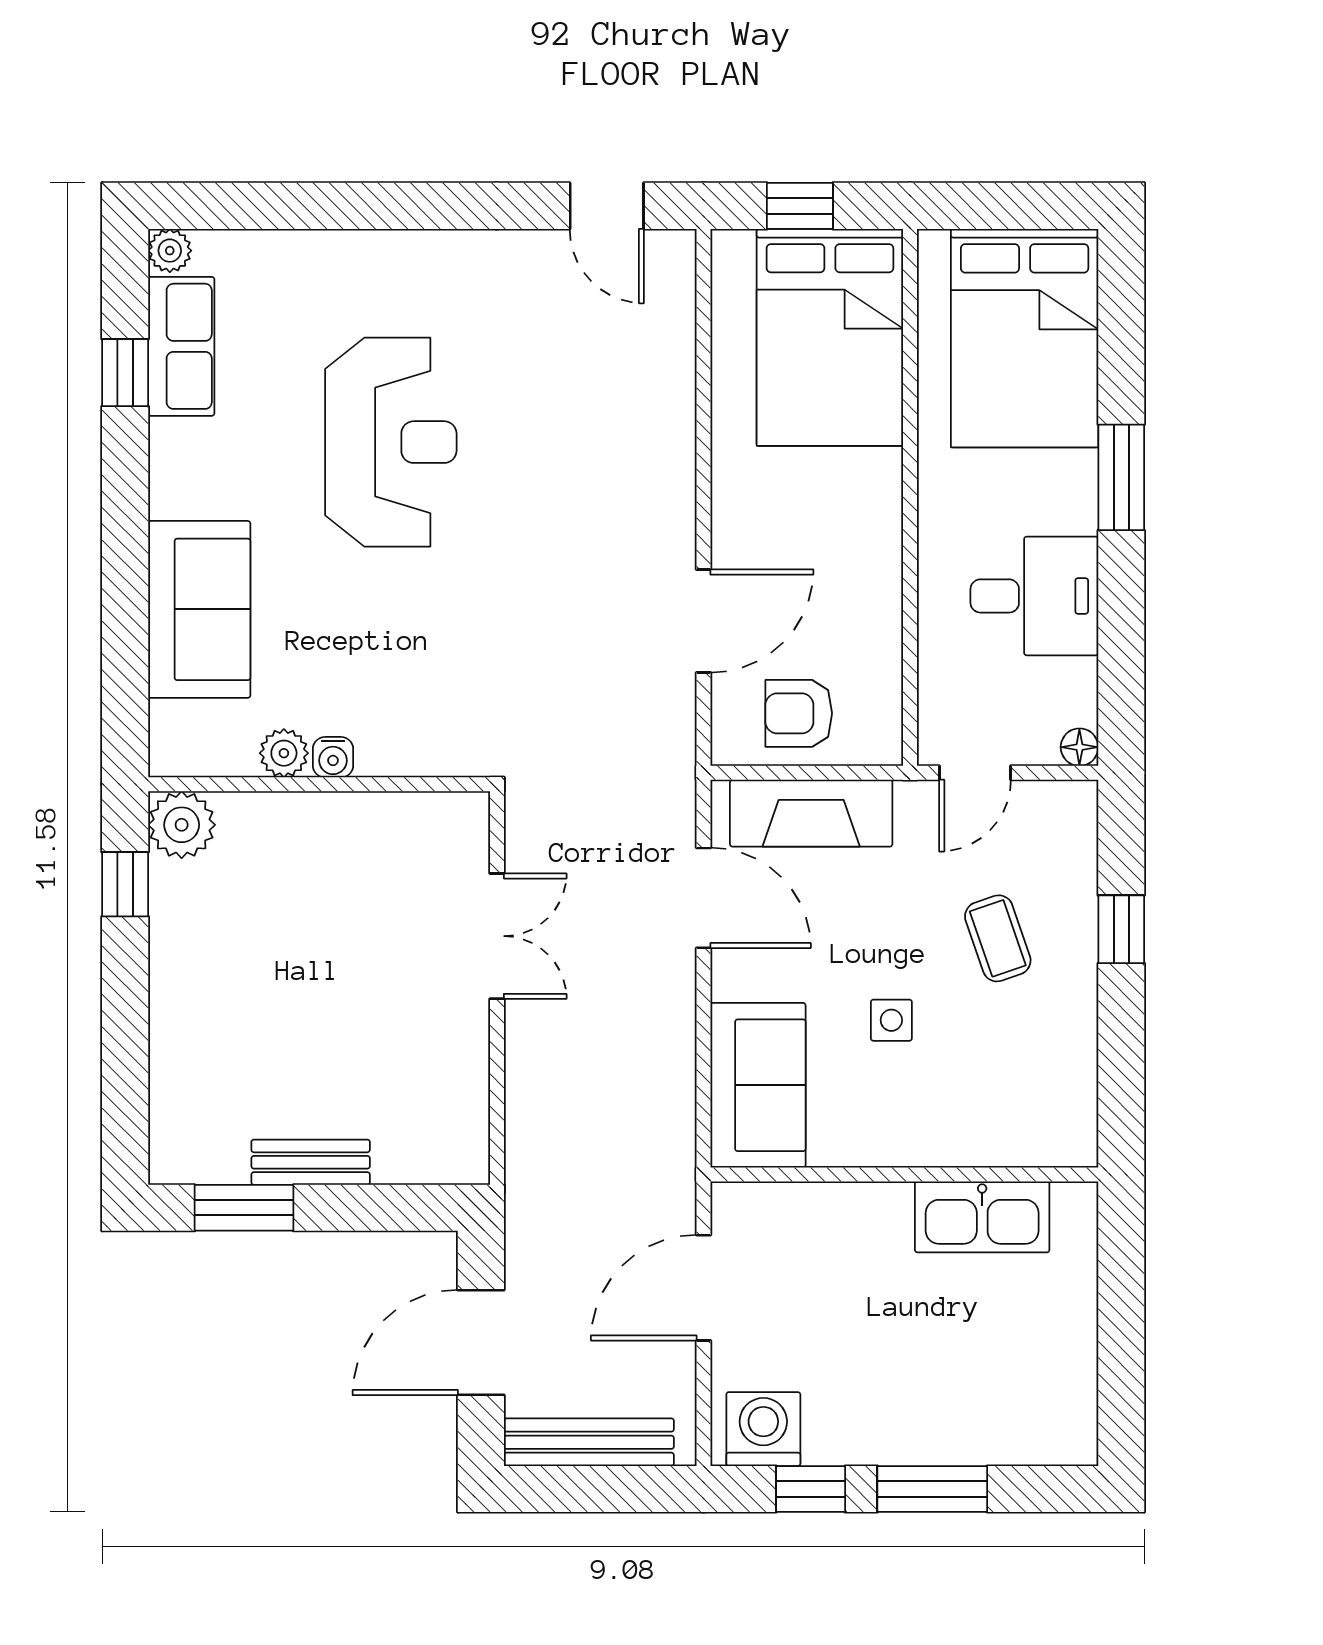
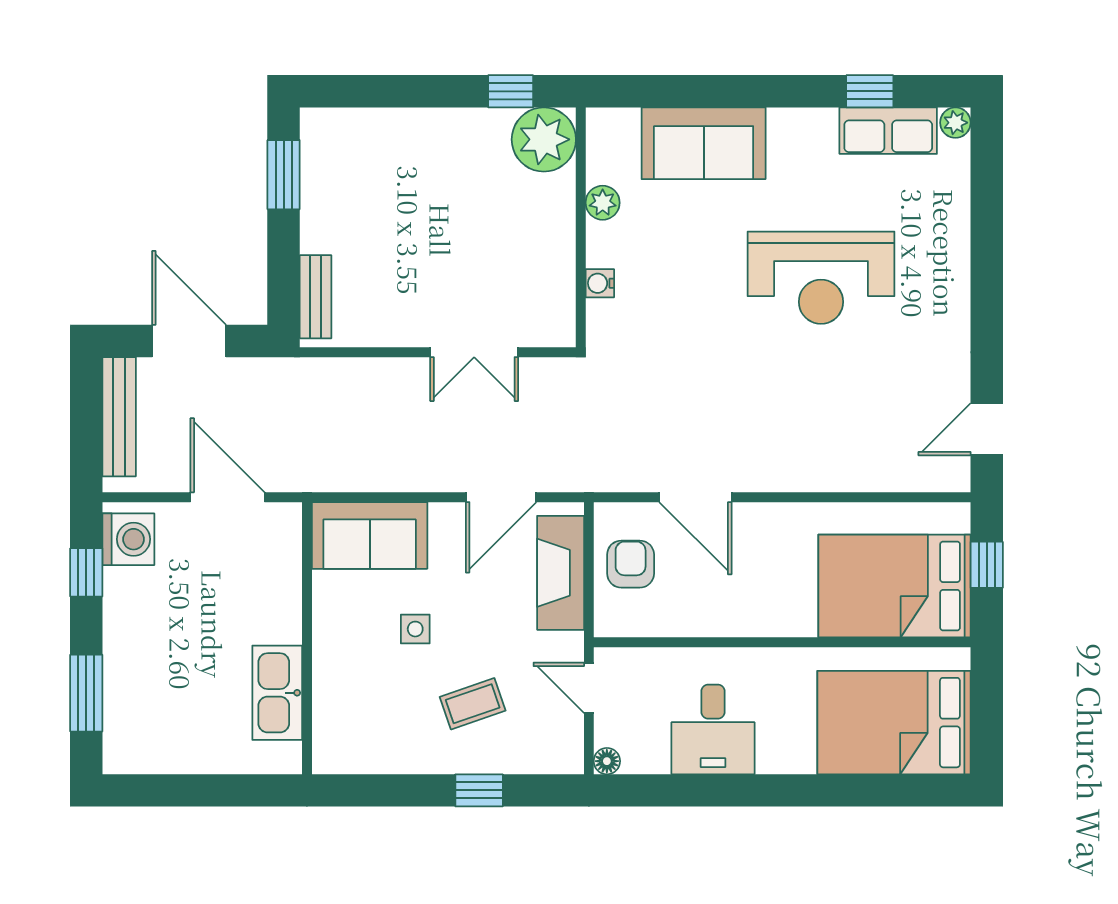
window: (1121, 477) -> (796, 790), removed
water cooler: (333, 757) -> (600, 283), moved
plant: (182, 825) -> (544, 139), width x1.36, depth x1.36
bench: (311, 1162) -> (316, 297), moved
window: (932, 1489) -> (86, 693), moved

